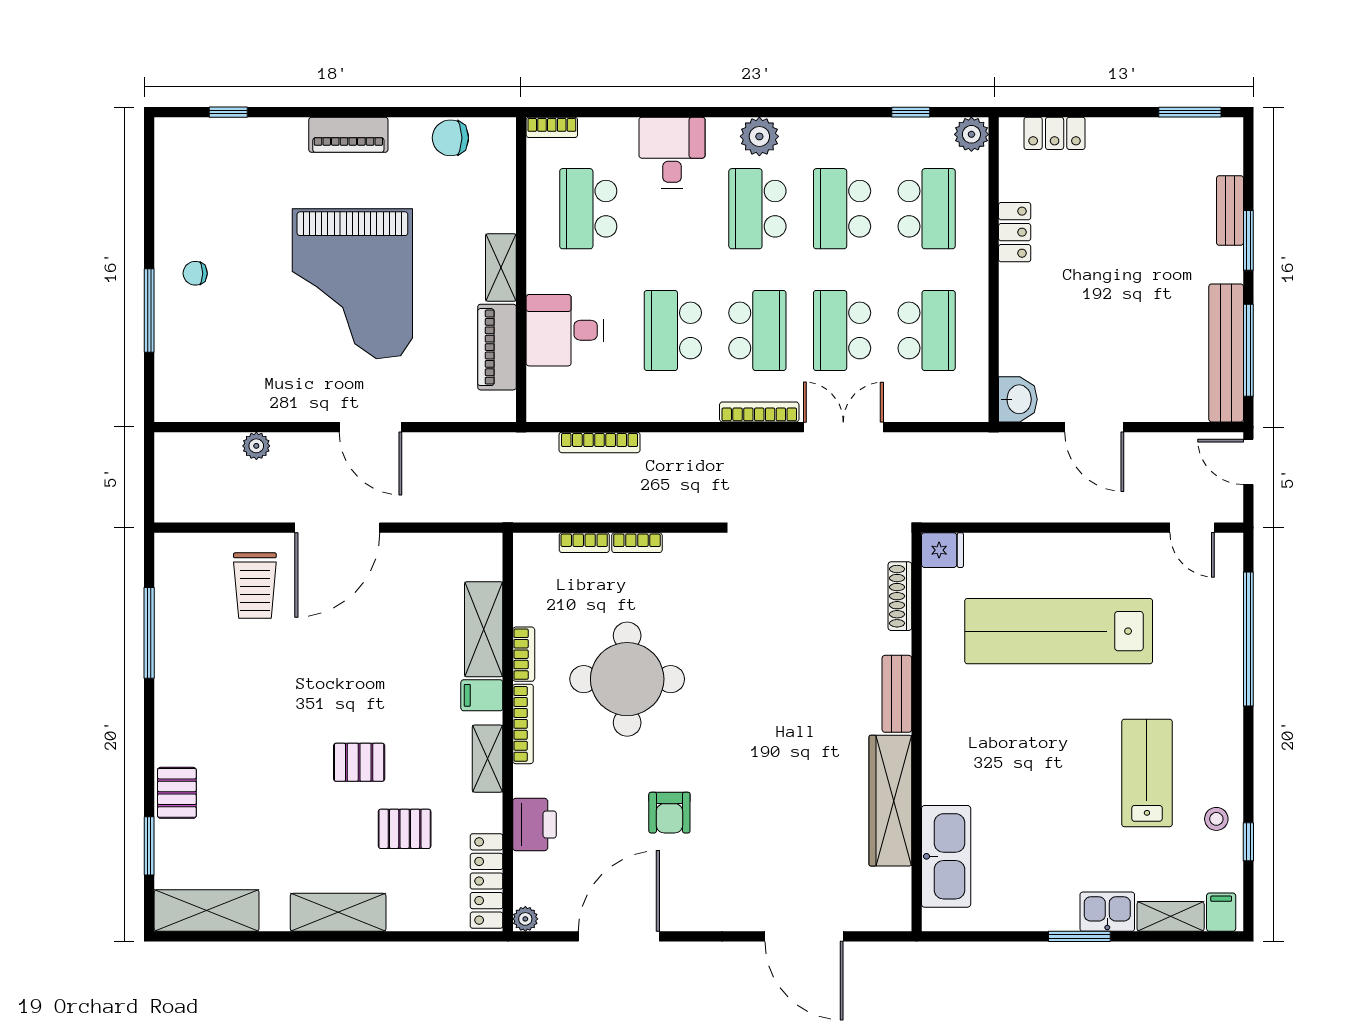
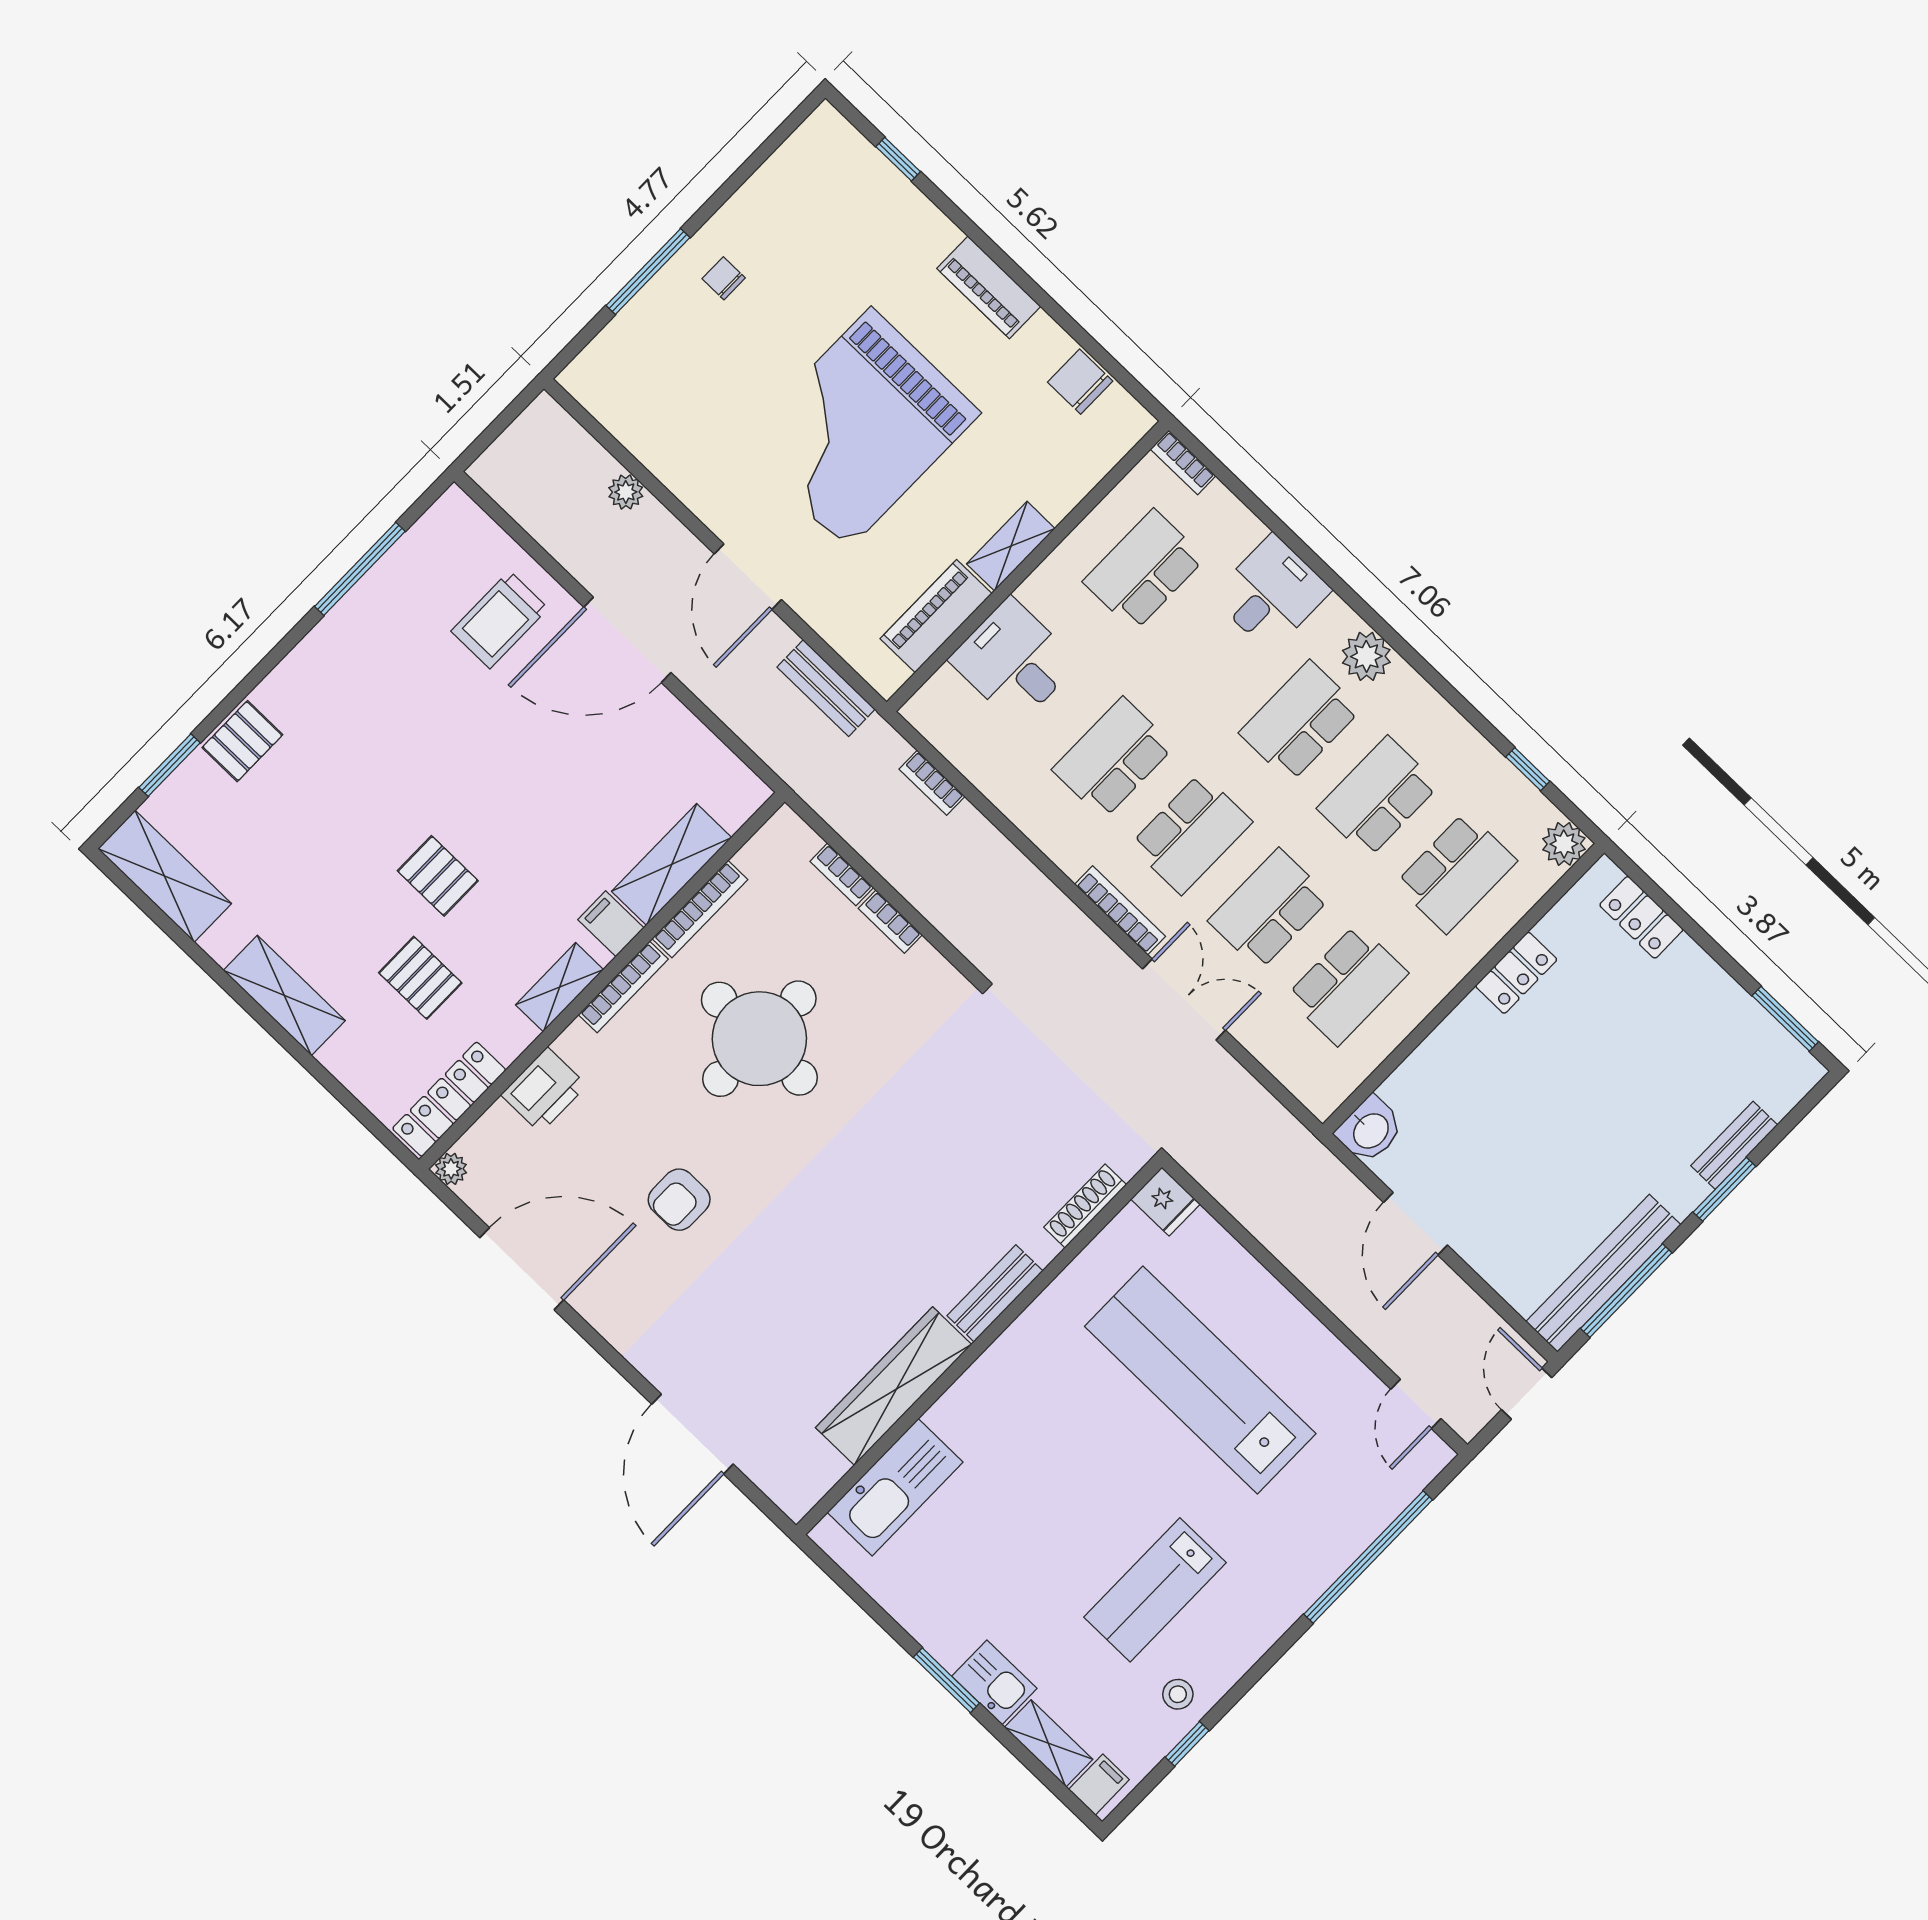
bookcase: (600, 442) -> (932, 783), width x0.64
bench: (474, 447) -> (826, 688), added
bookcase: (524, 654) -> (700, 909), width x1.56
lab bench: (1147, 773) -> (1155, 1590), turned 180

